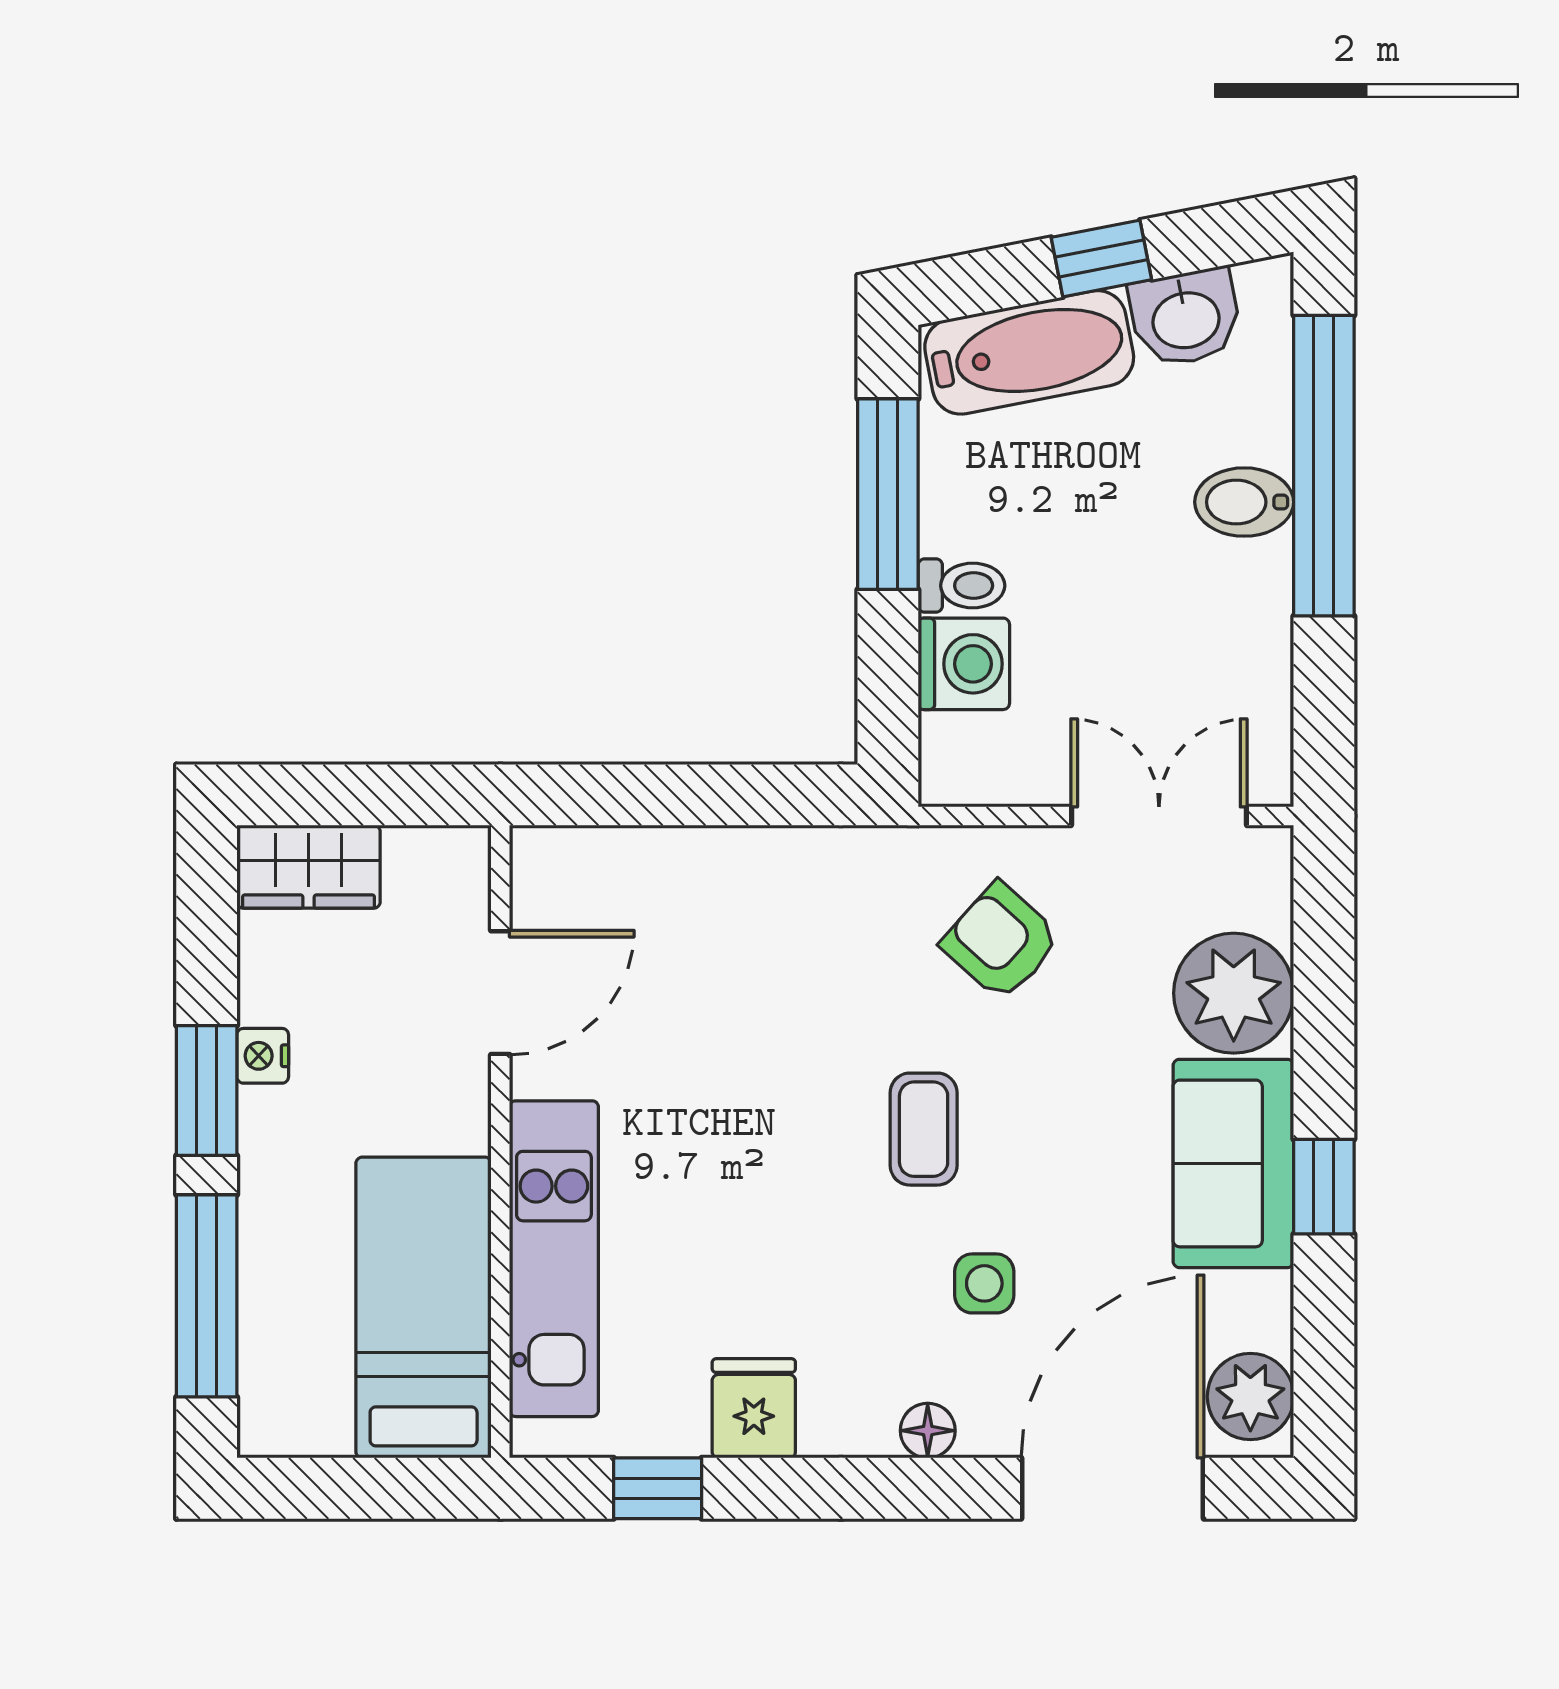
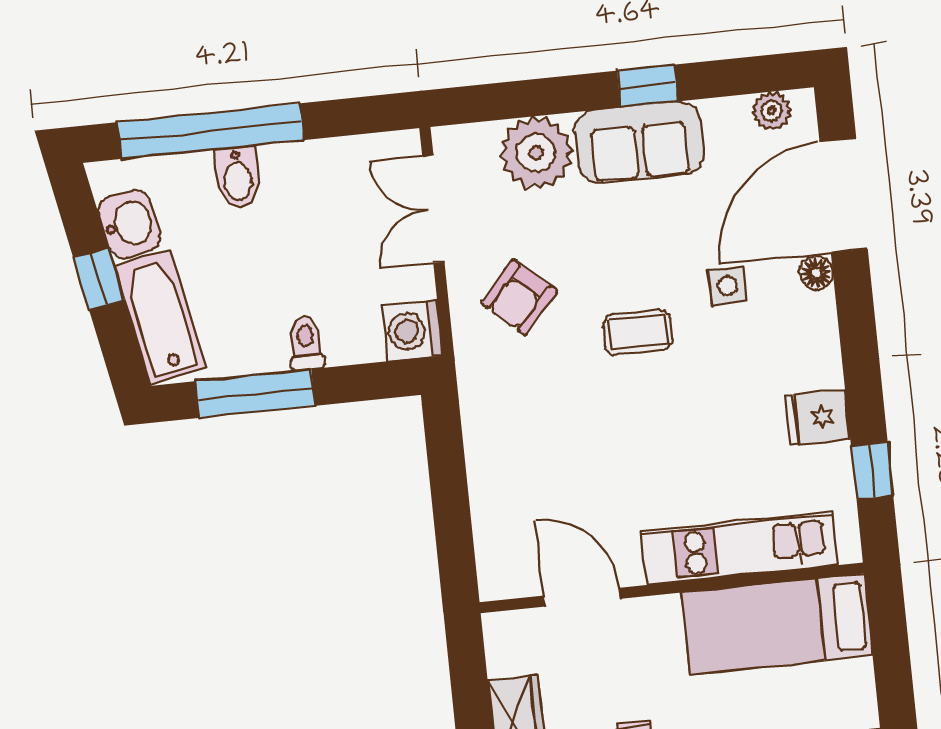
washing machine: (964, 664) -> (412, 331), moved, turned -90
plant: (1250, 1397) -> (772, 111), width x0.73, depth x0.73
floor lamp: (928, 1431) -> (816, 273), moved
door: (1113, 1488) -> (844, 195), hinge flipped

